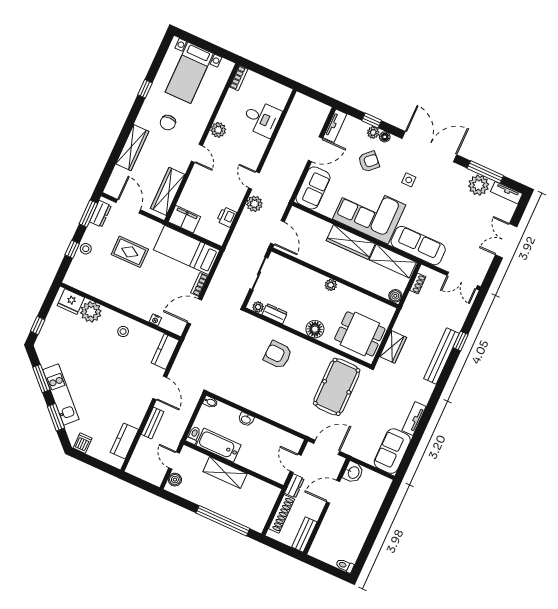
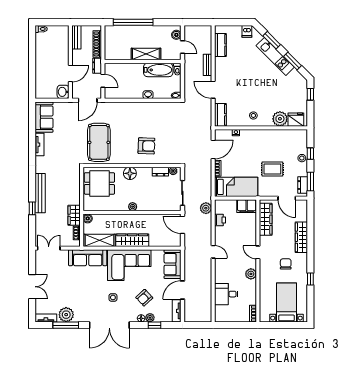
plant: (254, 204) -> (206, 208), moved
wardrobe: (393, 347) -> (74, 215), moved

